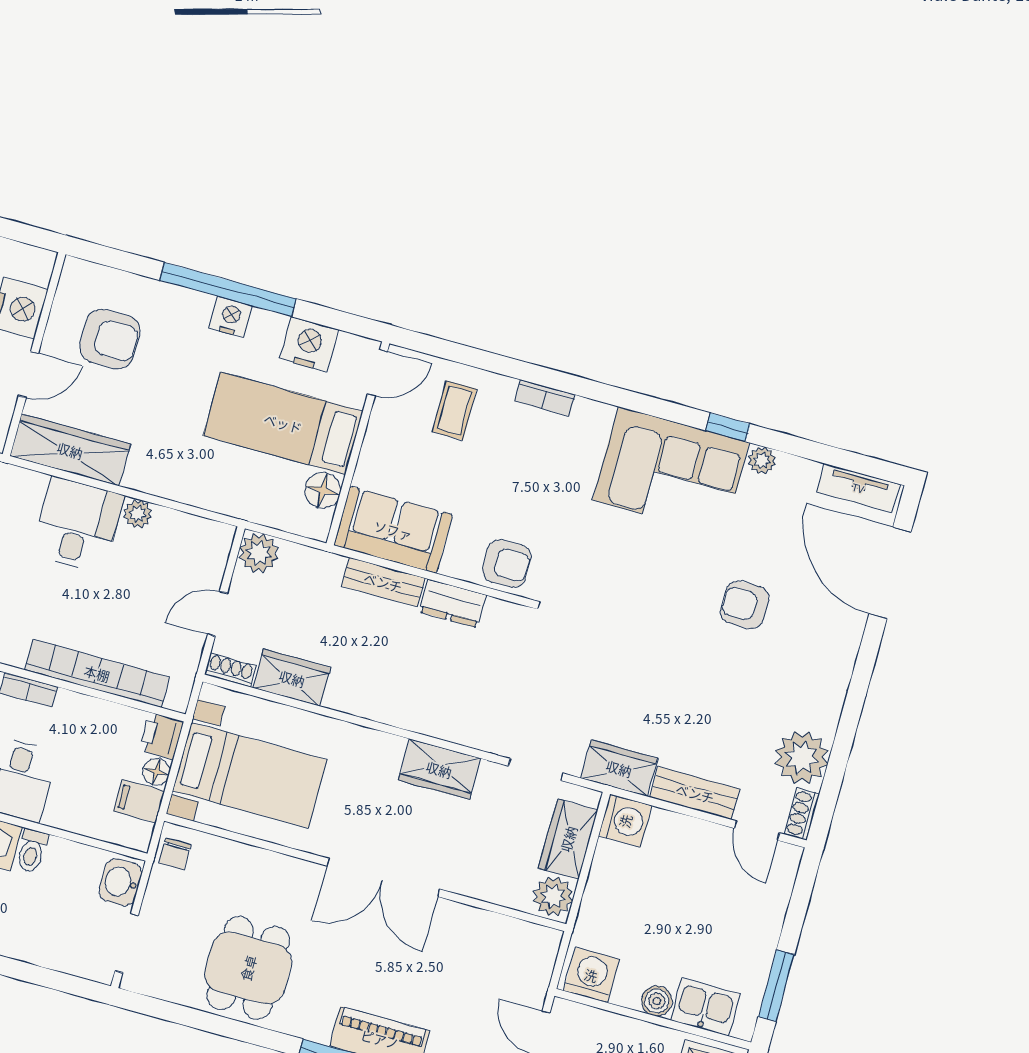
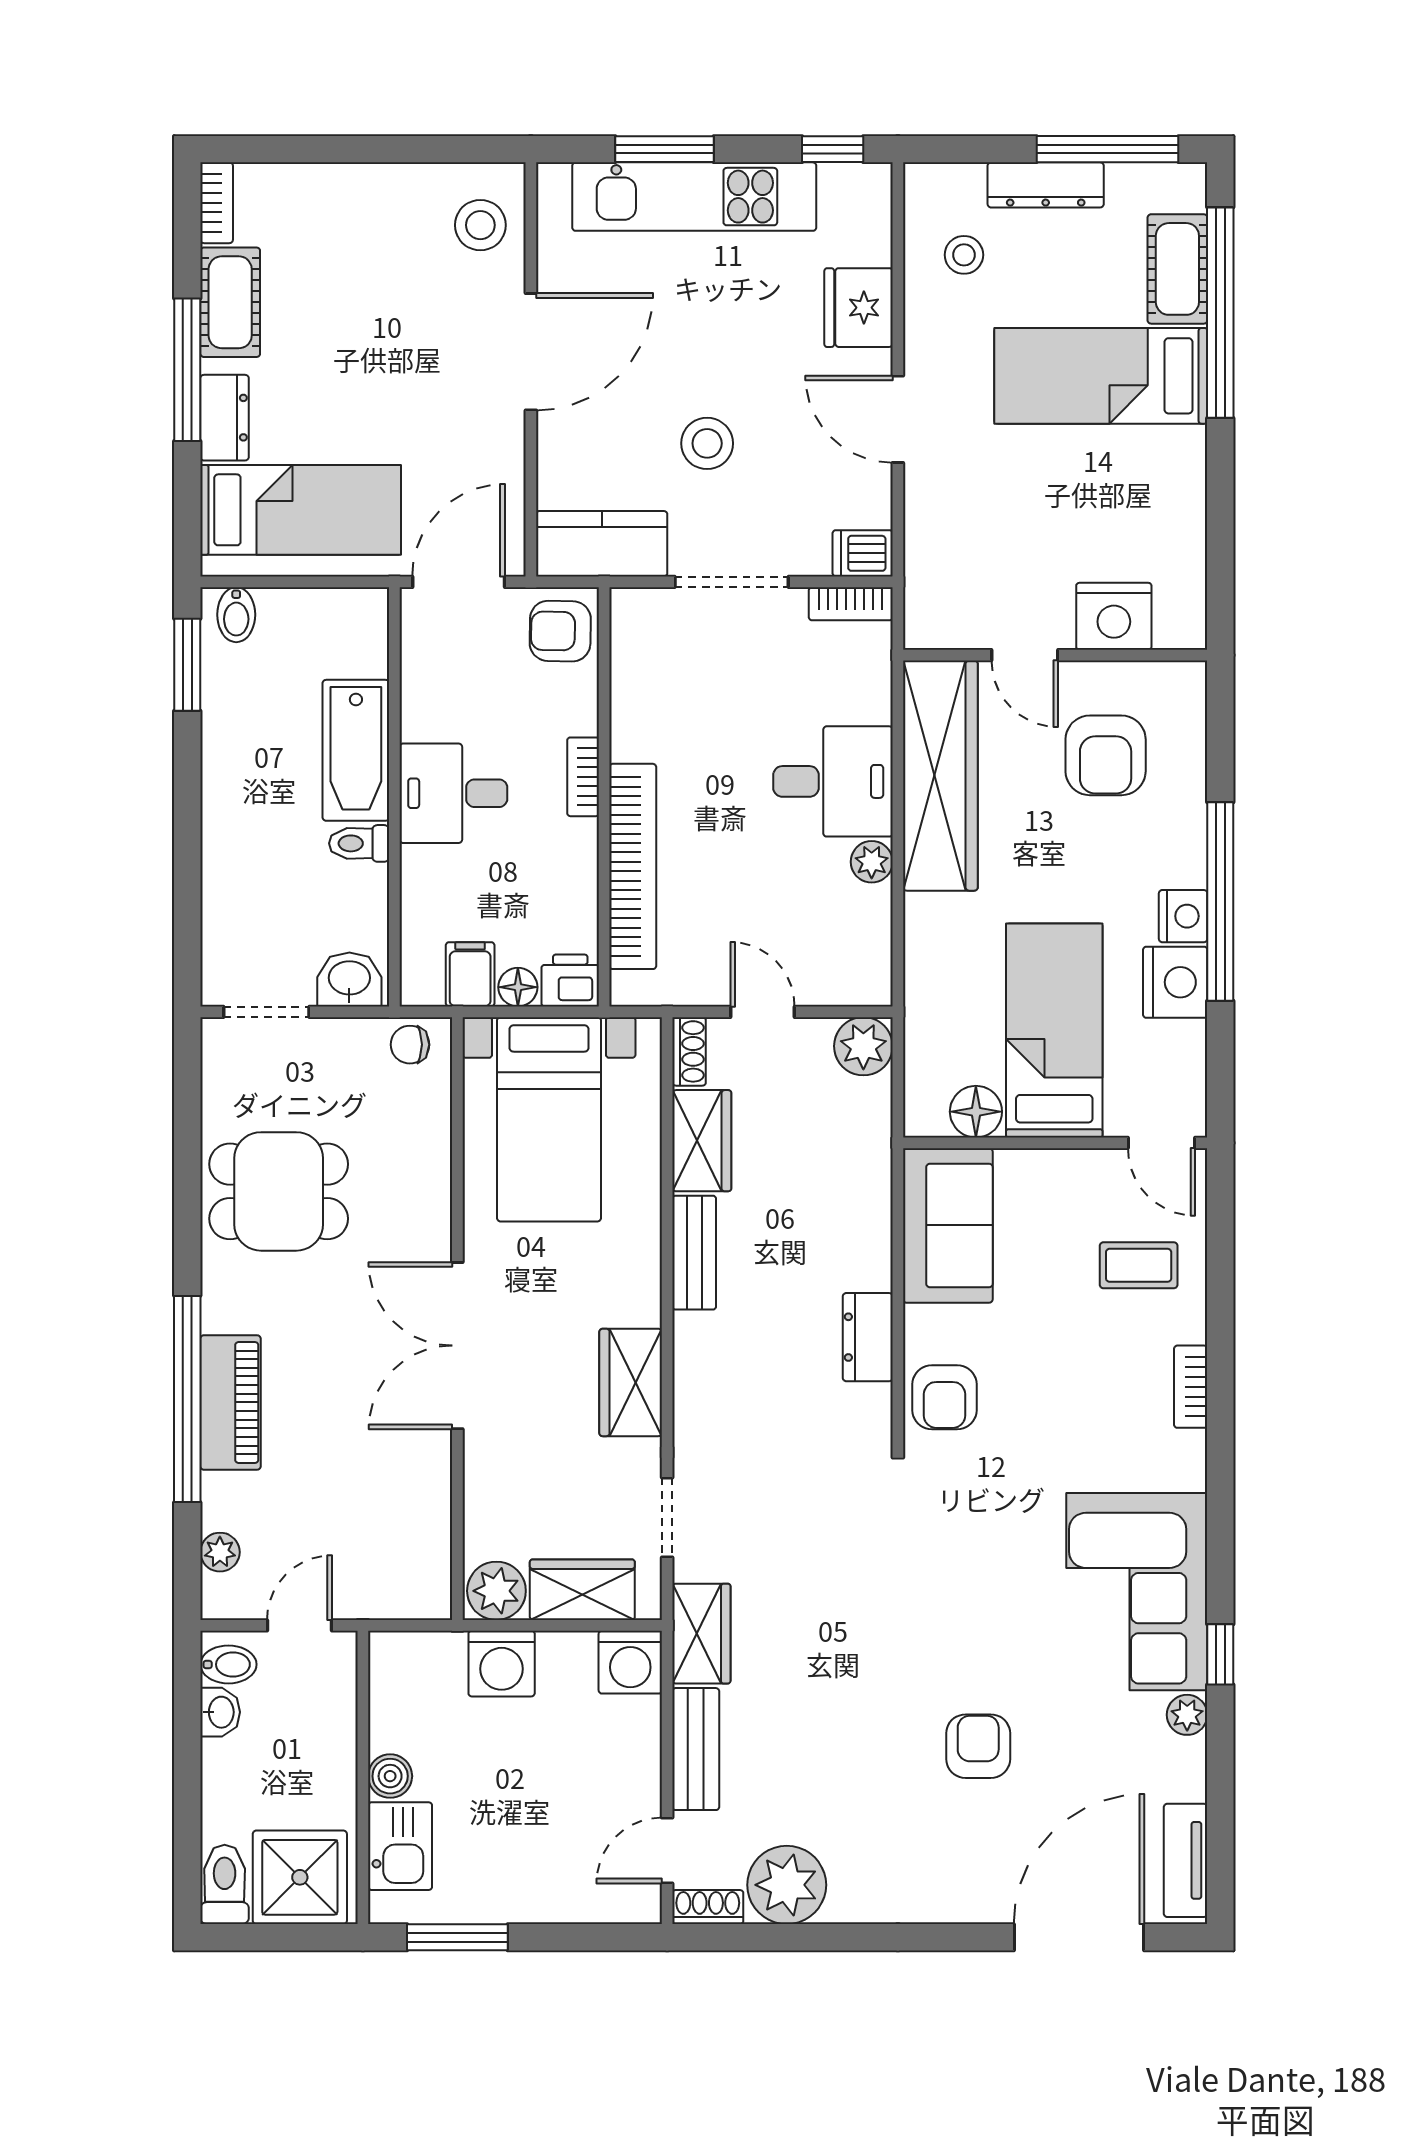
nightstand: (309, 344) -> (1175, 982), moved
wardrobe: (70, 450) -> (940, 776), width x1.40, depth x1.17
bench: (383, 582) -> (694, 1253), moved
washing machine: (591, 975) -> (502, 1664), moved, turned 90

